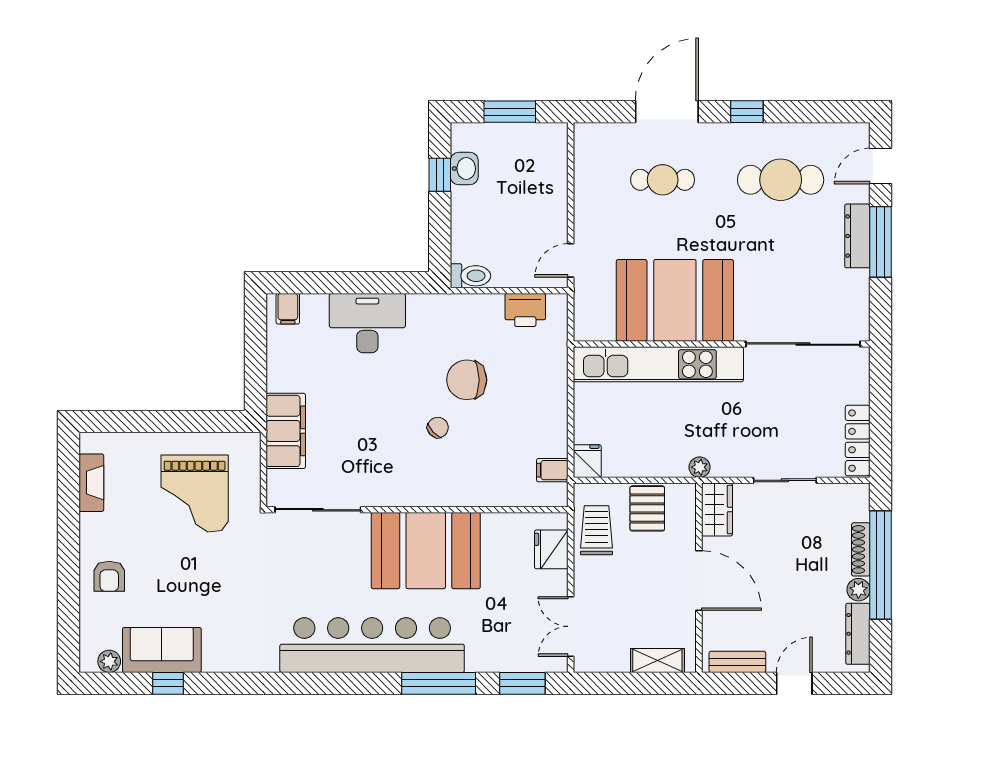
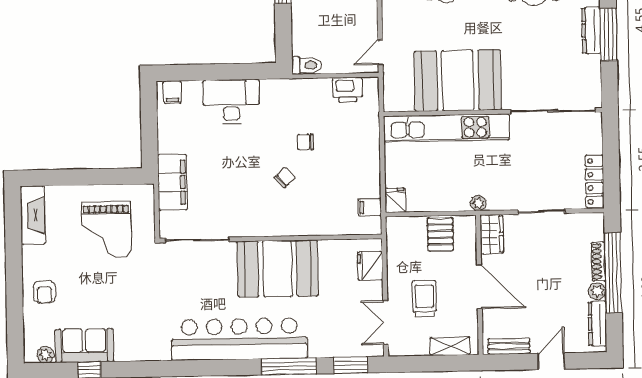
chair: (467, 380) -> (305, 142), width x0.54, depth x0.54
fireplace: (91, 483) -> (33, 215), width x1.37, depth x1.32
trolley: (596, 530) -> (424, 299), moved

